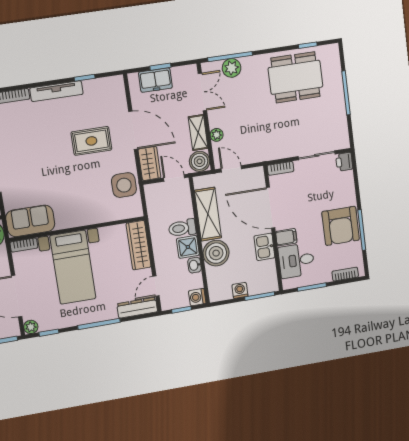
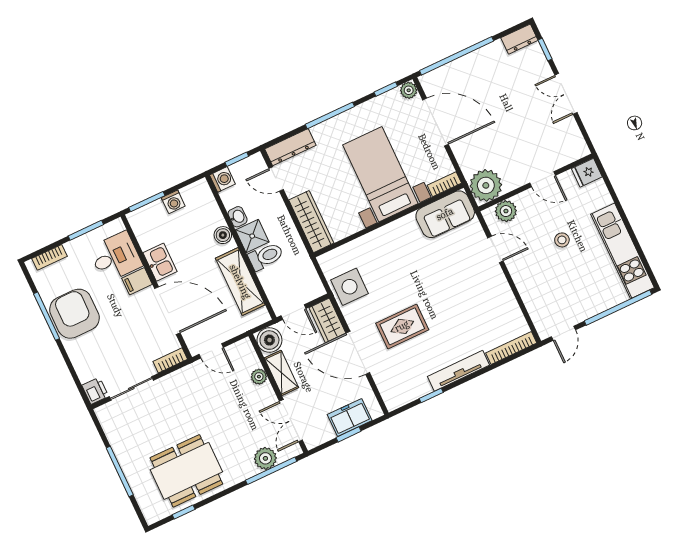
door: (231, 169) -> (211, 351), moved
boiler: (216, 253) -> (223, 235), width x0.54, depth x0.54
door: (156, 286) -> (276, 179), swing flipped

